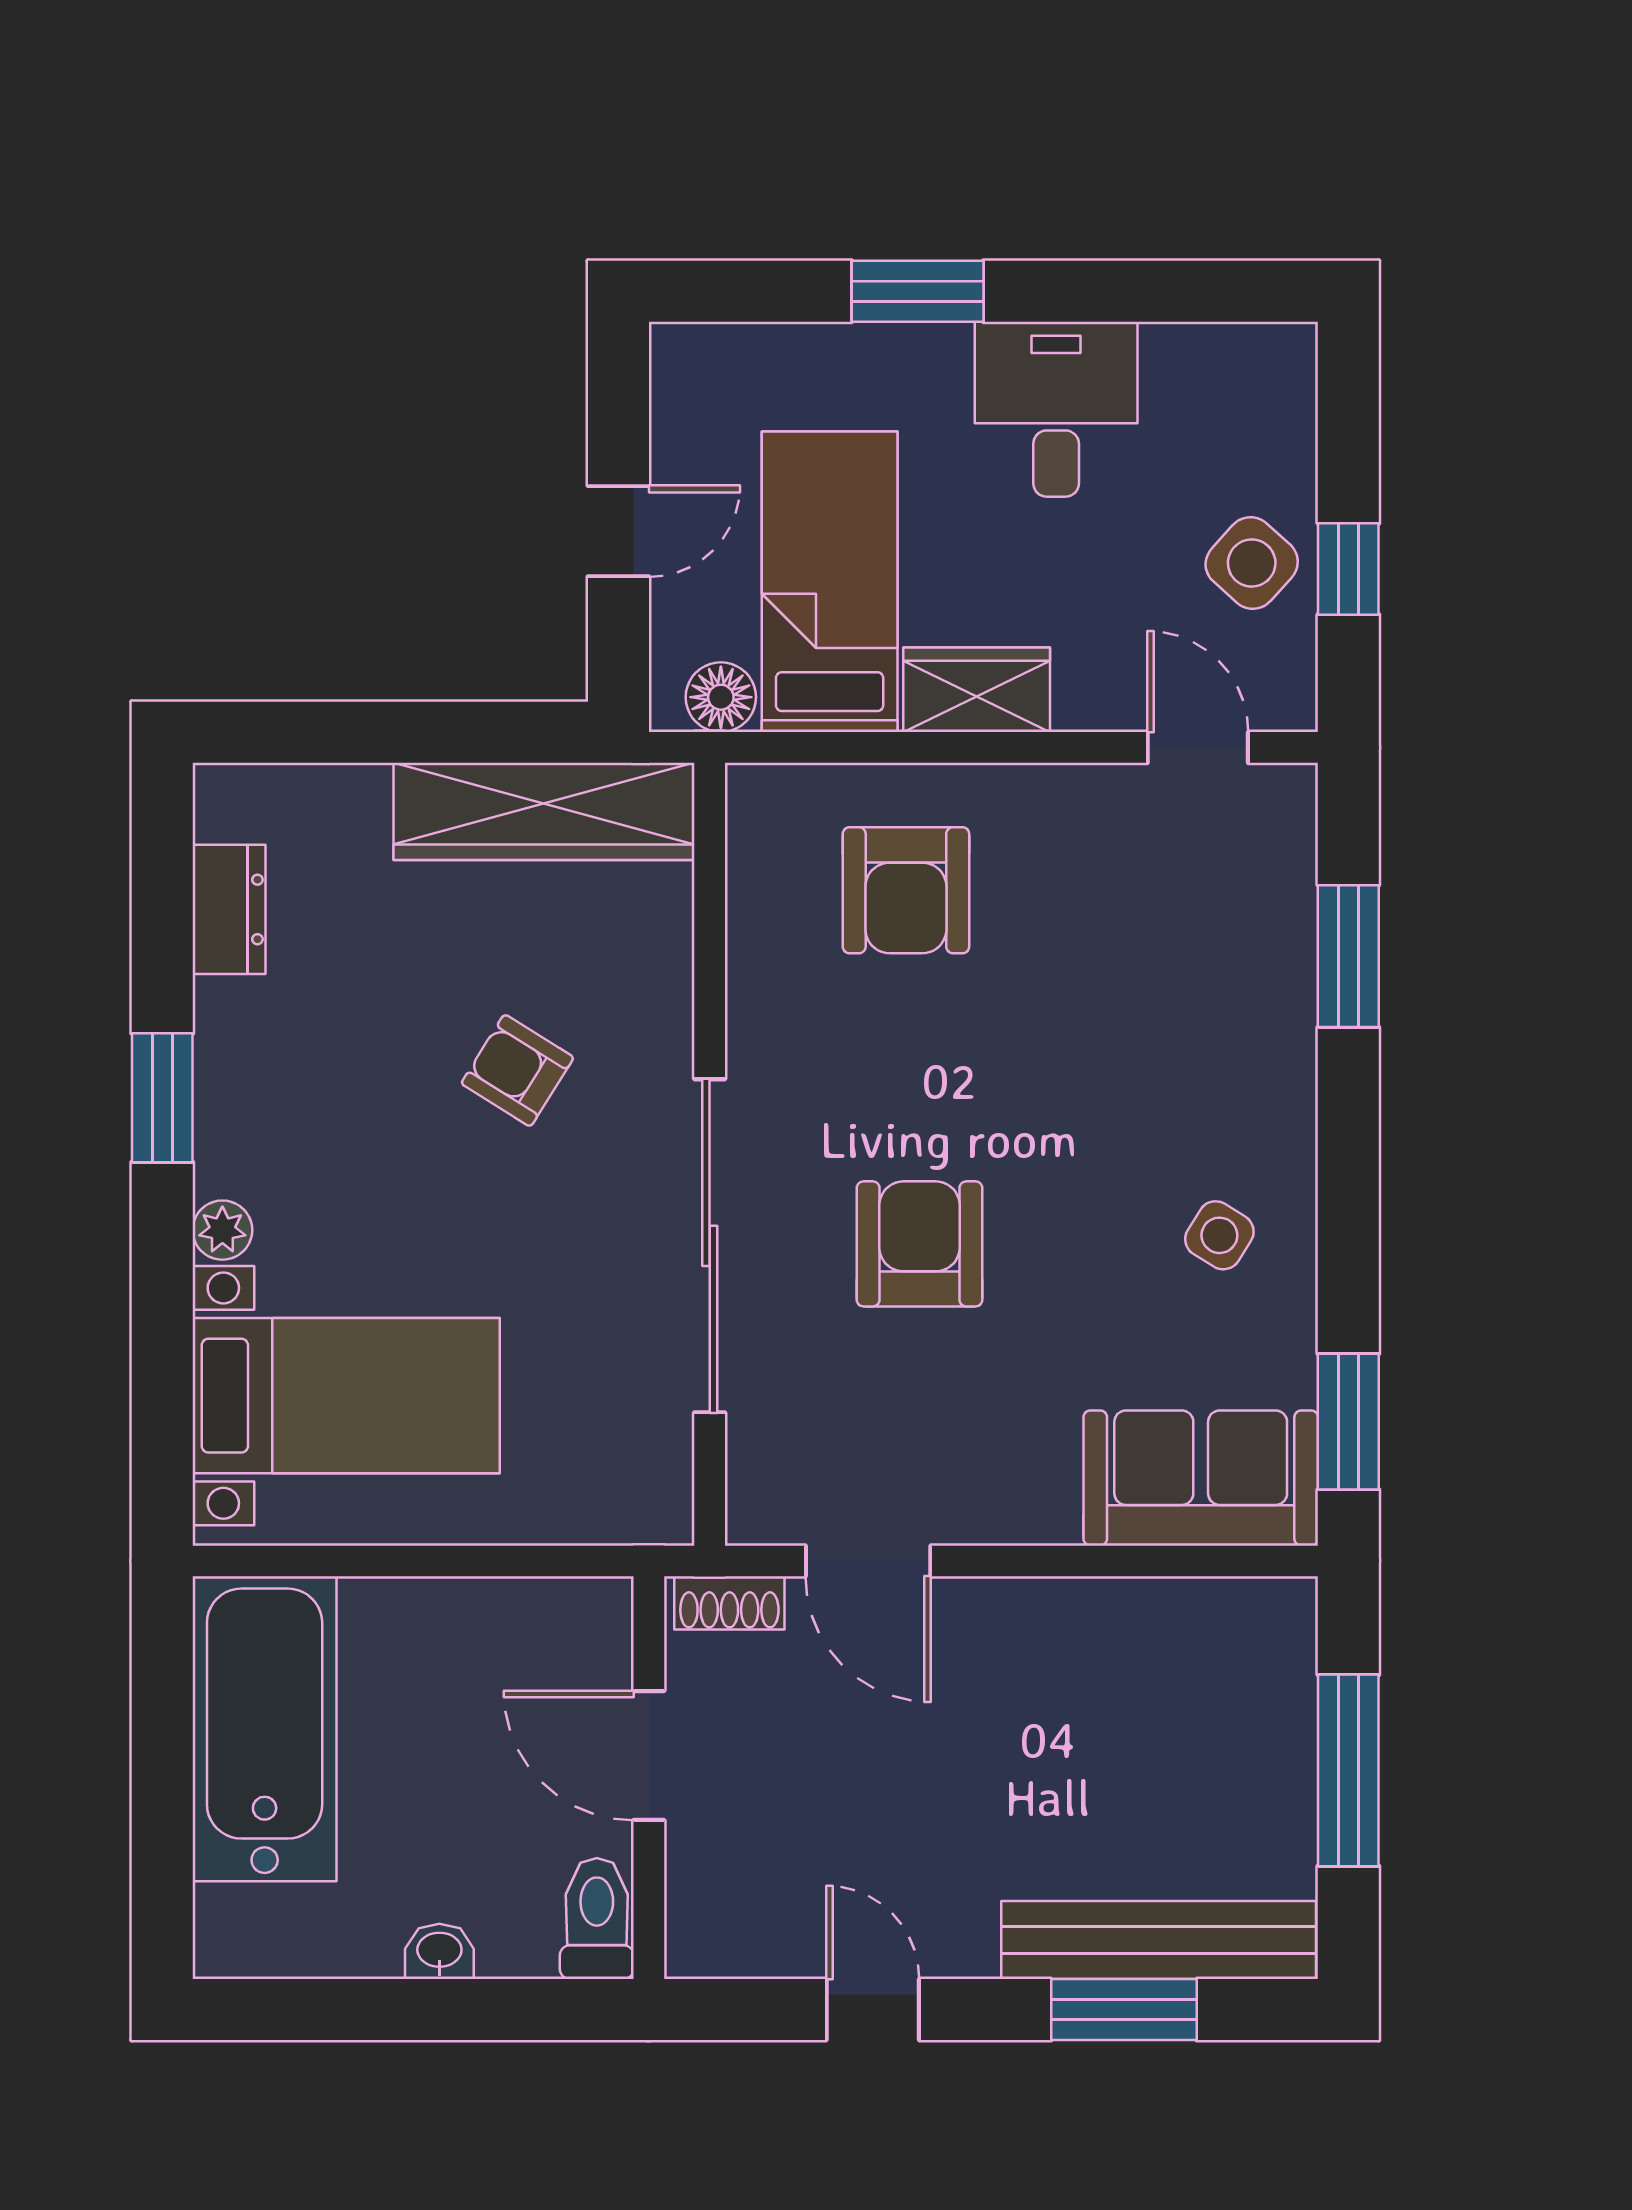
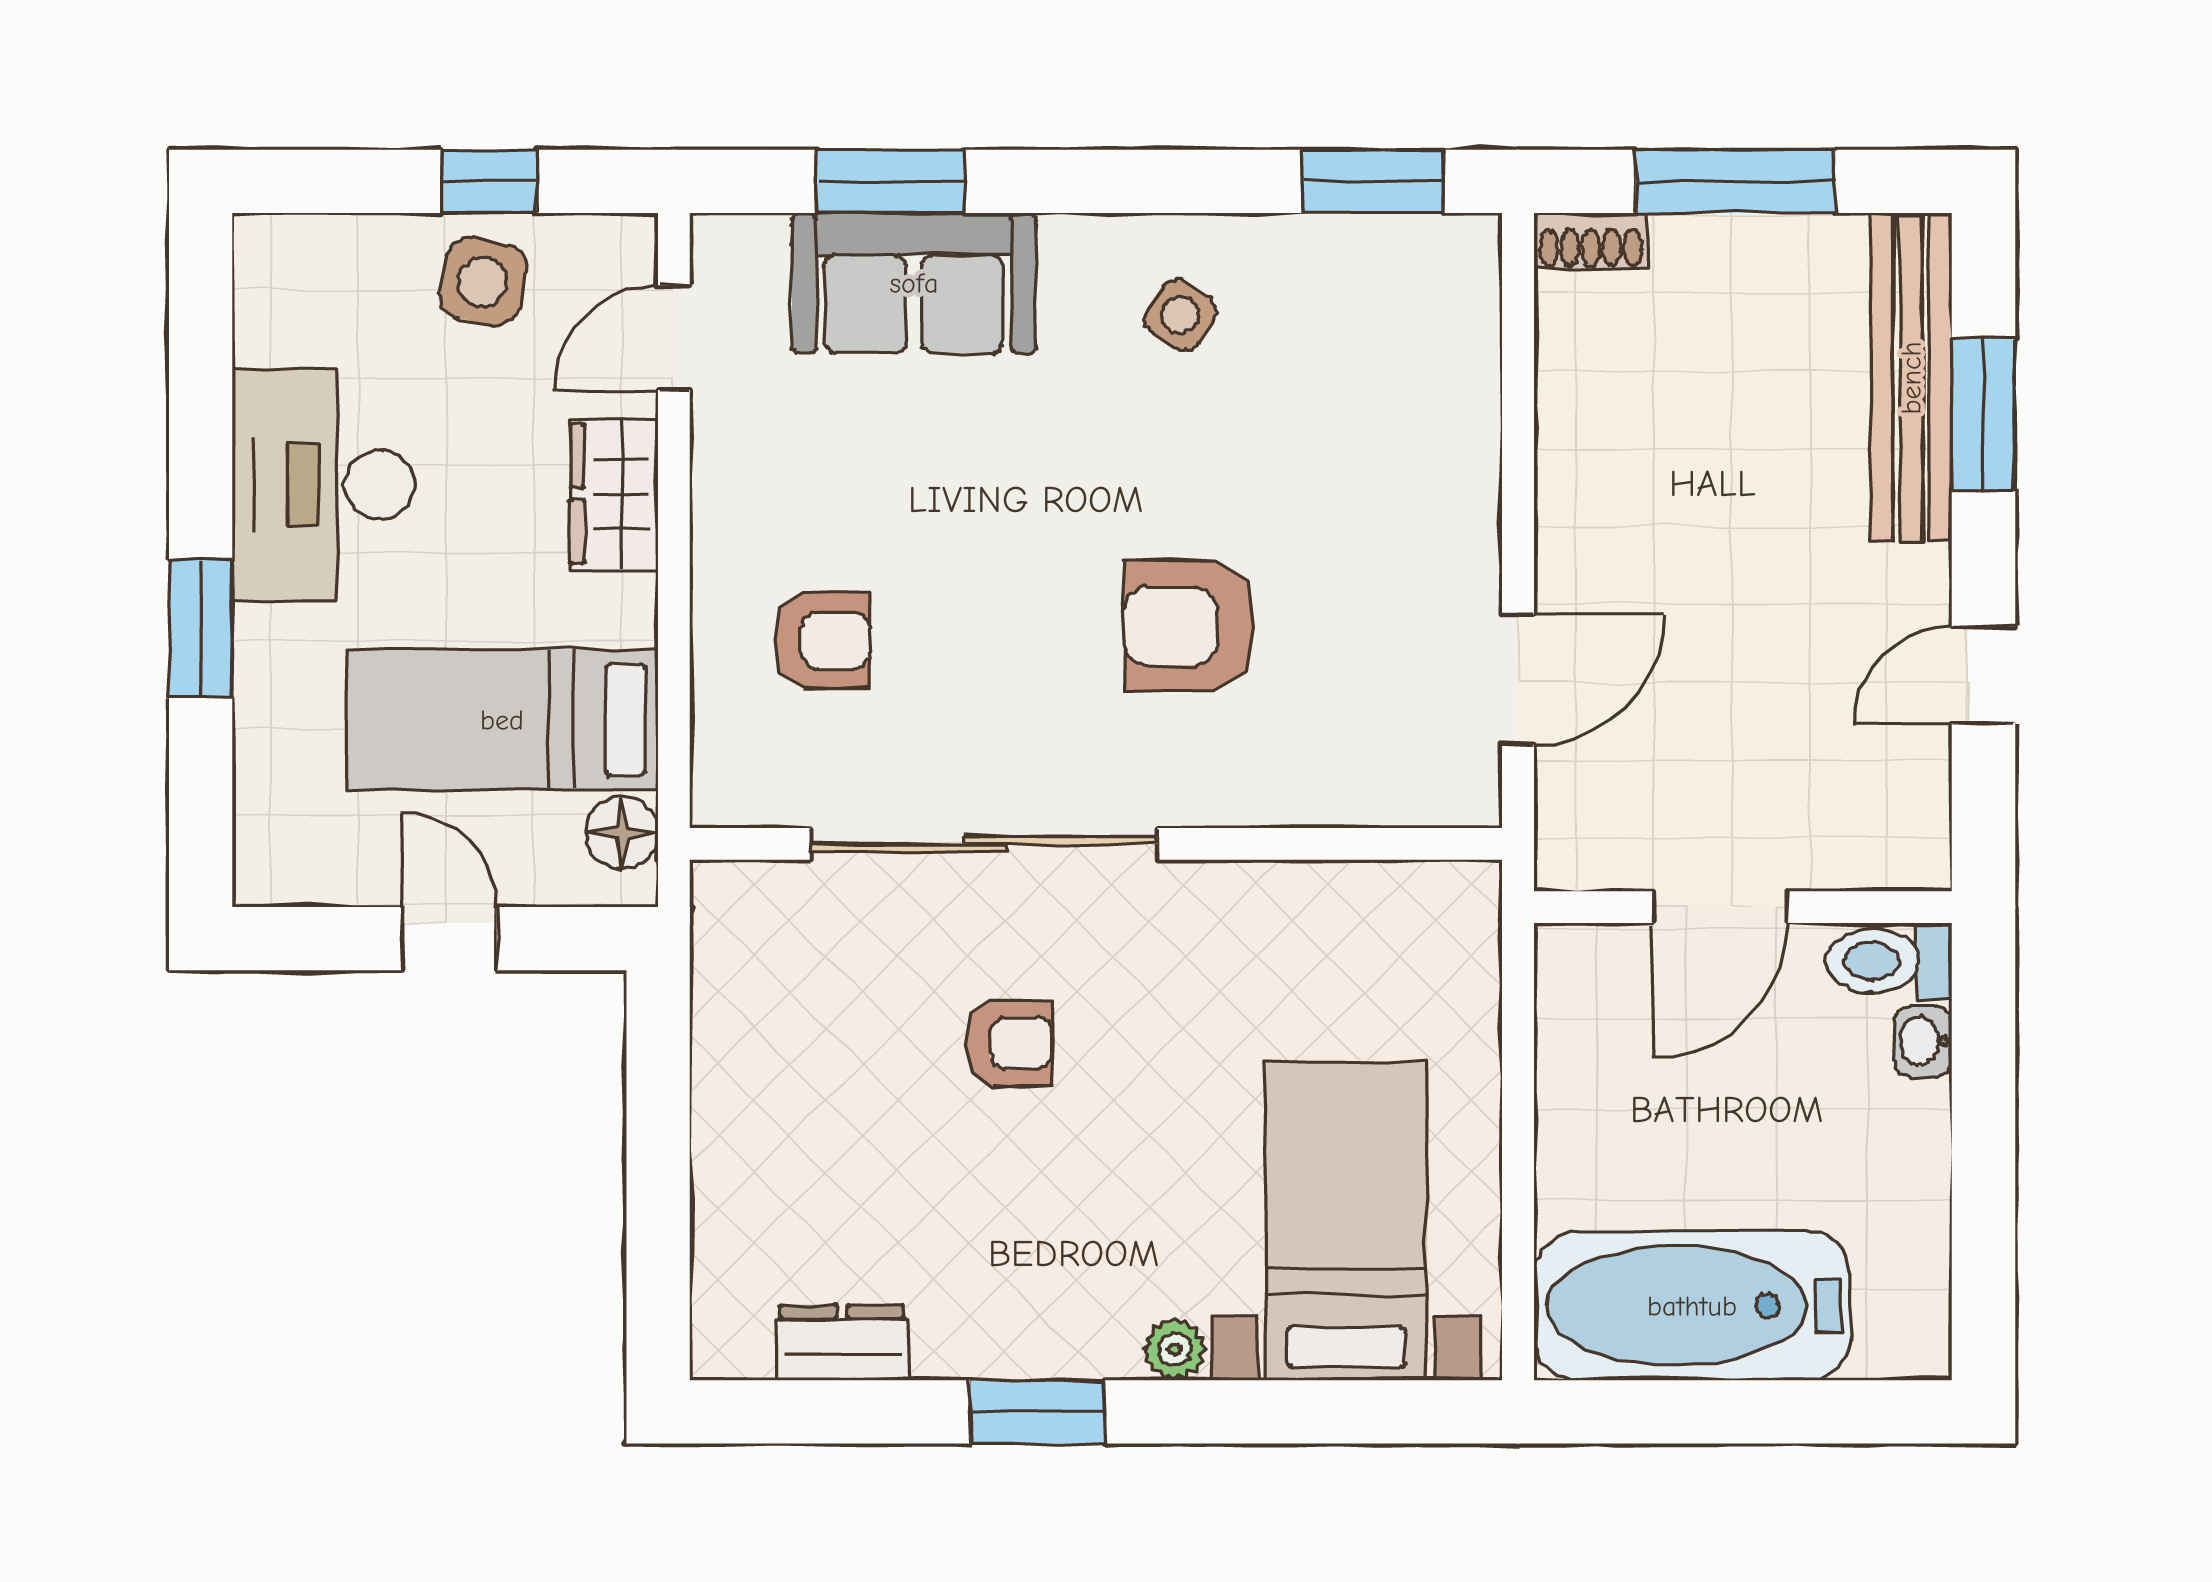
desk: (1056, 409) -> (323, 485), width x1.37
side table: (1252, 563) -> (483, 282), turned -30
wardrobe: (977, 690) -> (614, 494), moved
wardrobe: (544, 811) -> (740, 1016), removed
armchair: (906, 890) -> (822, 640), width x0.72, depth x0.72
armchair: (517, 1070) -> (1009, 1043), turned -122
sliding door: (710, 1246) -> (984, 844), moved
sofa: (1201, 1478) -> (914, 283), moved, turned -90
shoe rack: (729, 1603) -> (1591, 241), moved, turned 90
washbasin: (439, 1951) -> (1923, 1041), moved

